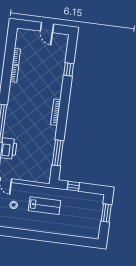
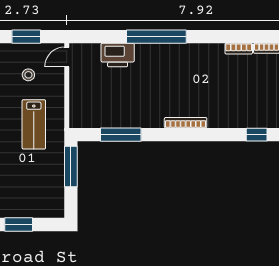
window: (73, 186) -> (71, 167), width x2.17
window: (106, 213) -> (19, 224), moved

